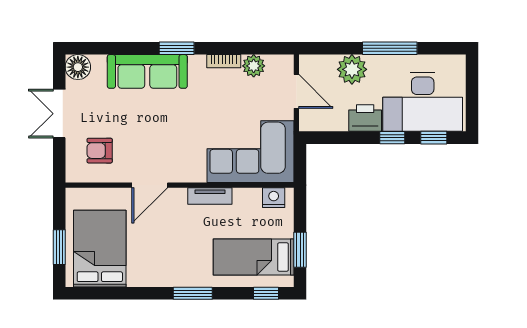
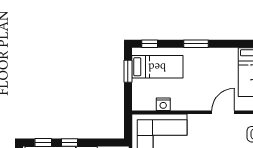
tv unit: (210, 196) -> (185, 105), removed
nightstand: (274, 198) -> (163, 104), moved

